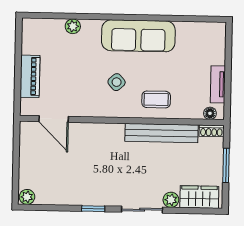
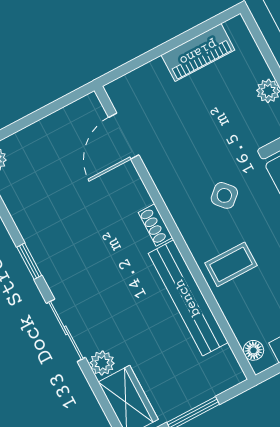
piano: (30, 76) -> (198, 52), moved
coffee table: (156, 99) -> (231, 264), turned 90
shoe rack: (211, 131) -> (155, 225), moved

